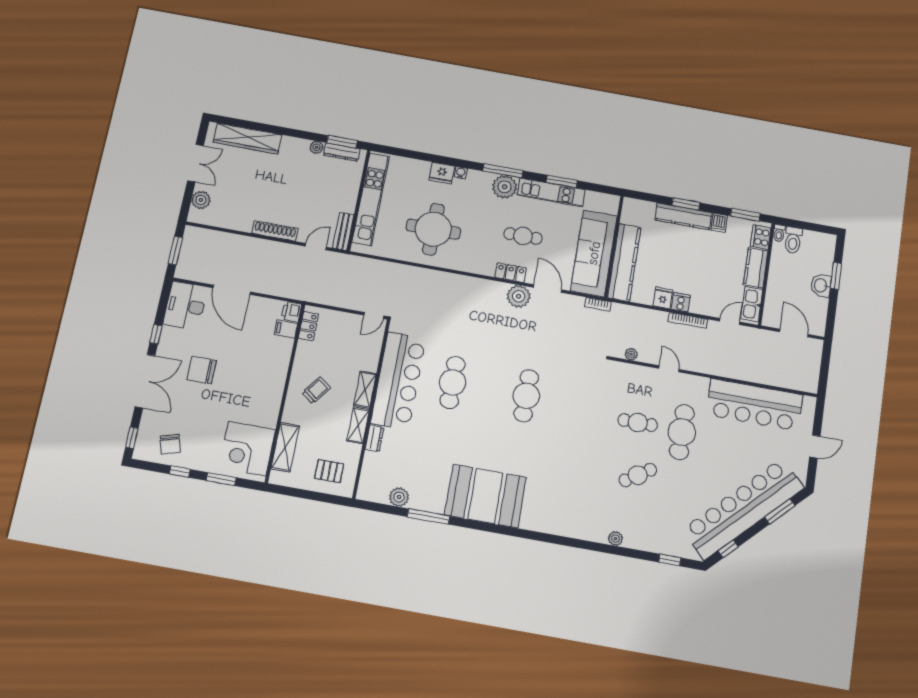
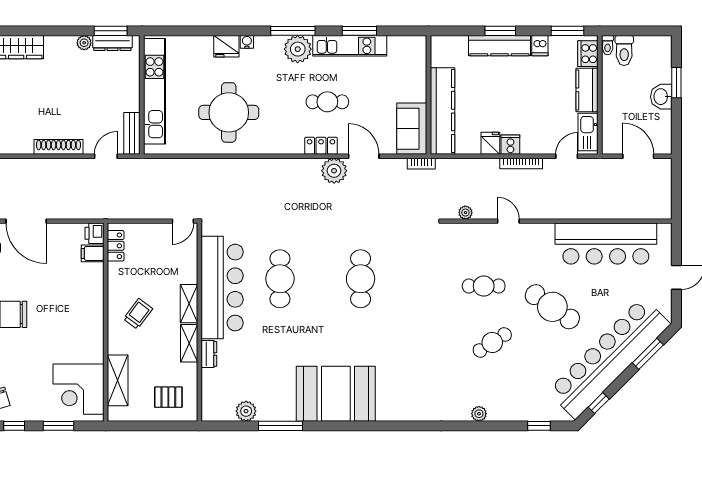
sofa: (594, 253) -> (412, 129), width x0.54, depth x0.79
cafe table: (682, 432) -> (552, 307), moved, turned -55

